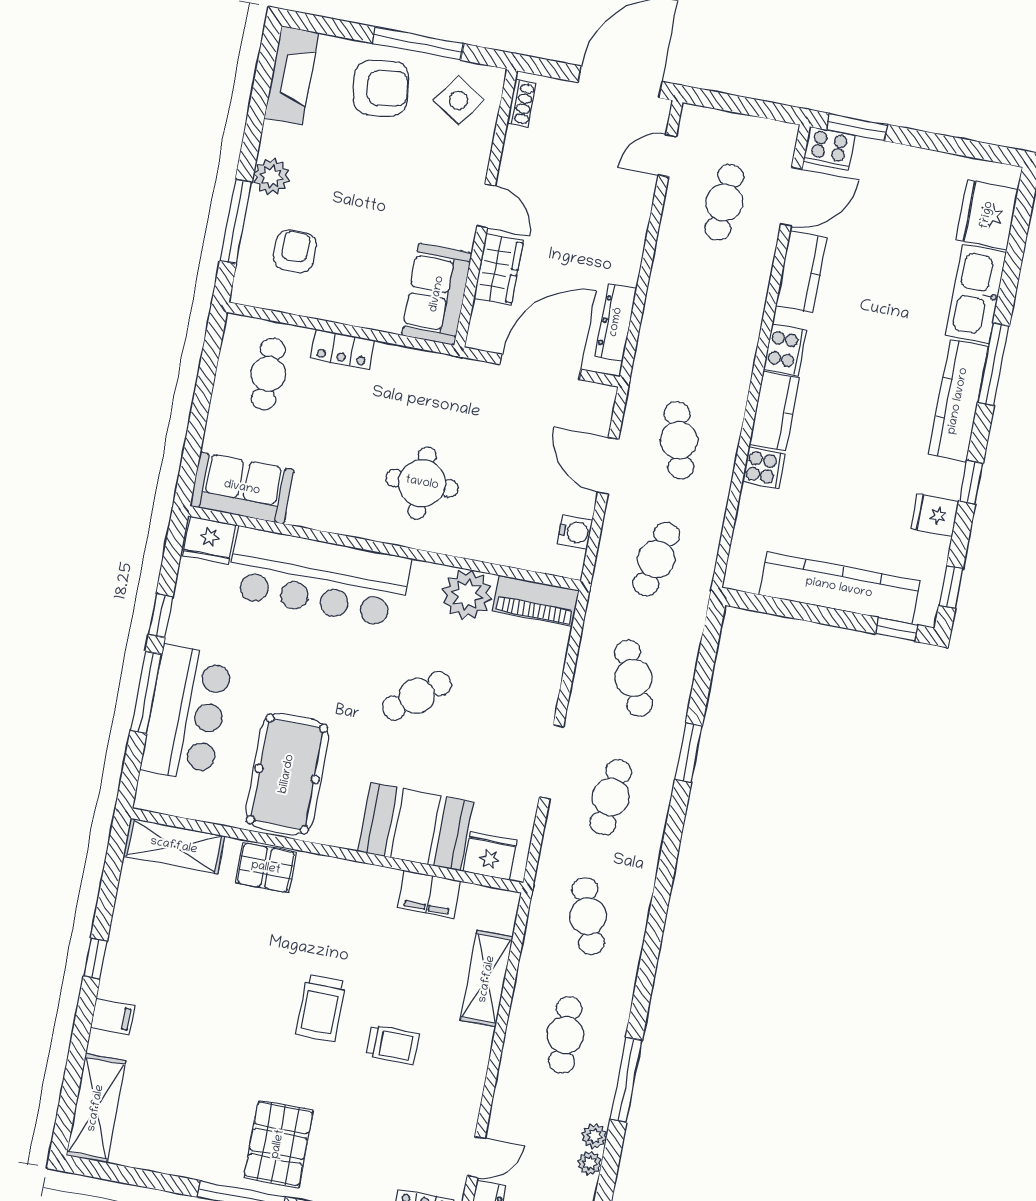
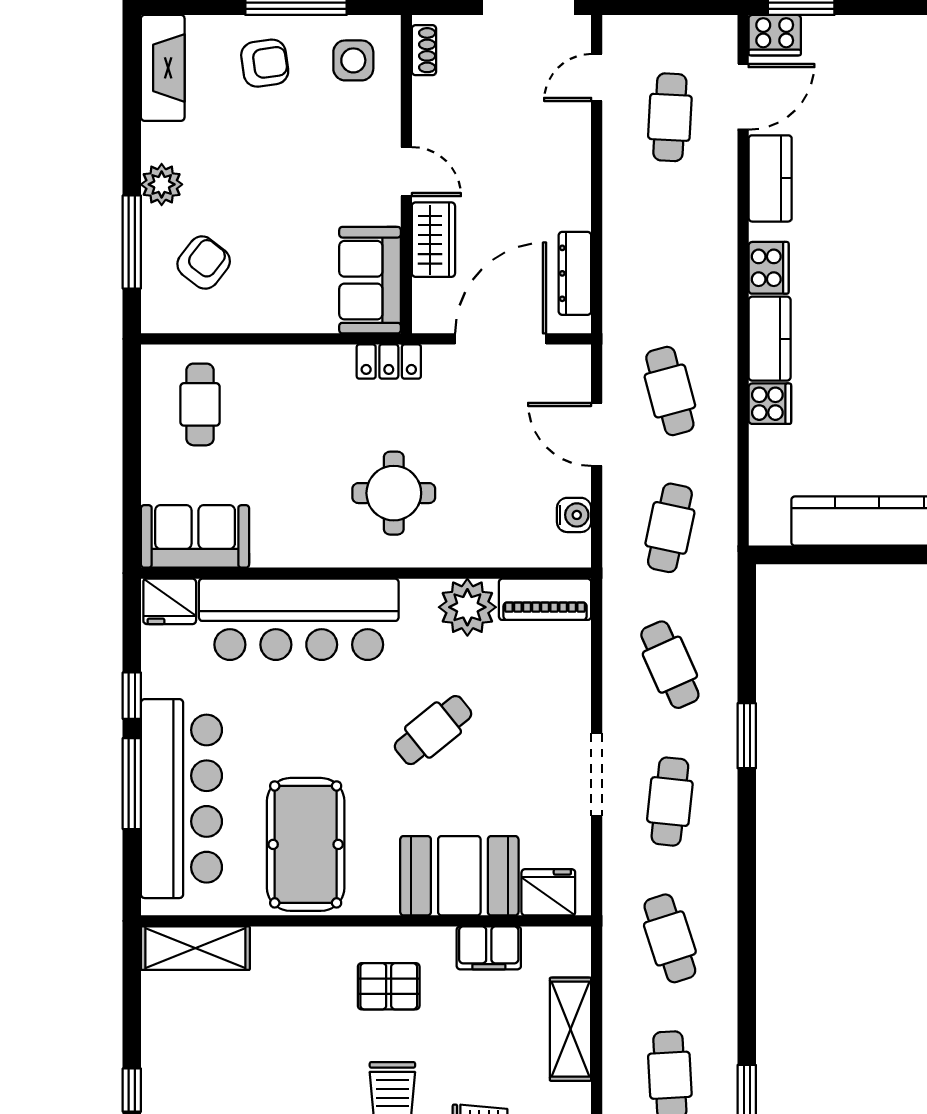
armchair: (381, 88) -> (265, 63), width x0.72, depth x0.72
side table: (459, 100) -> (353, 60), turned -33
armchair: (295, 251) -> (204, 263), turned 38
locker: (343, 350) -> (389, 362), moved
bar counter: (187, 714) -> (181, 799), width x1.36
pallet: (266, 868) -> (389, 986), moved

